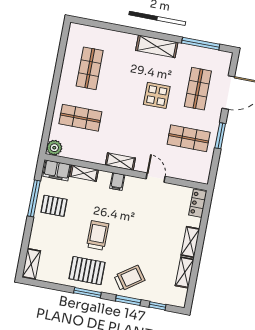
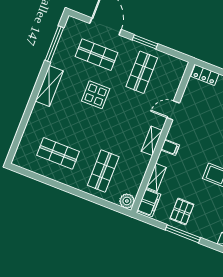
window: (34, 198) -> (183, 234), moved

